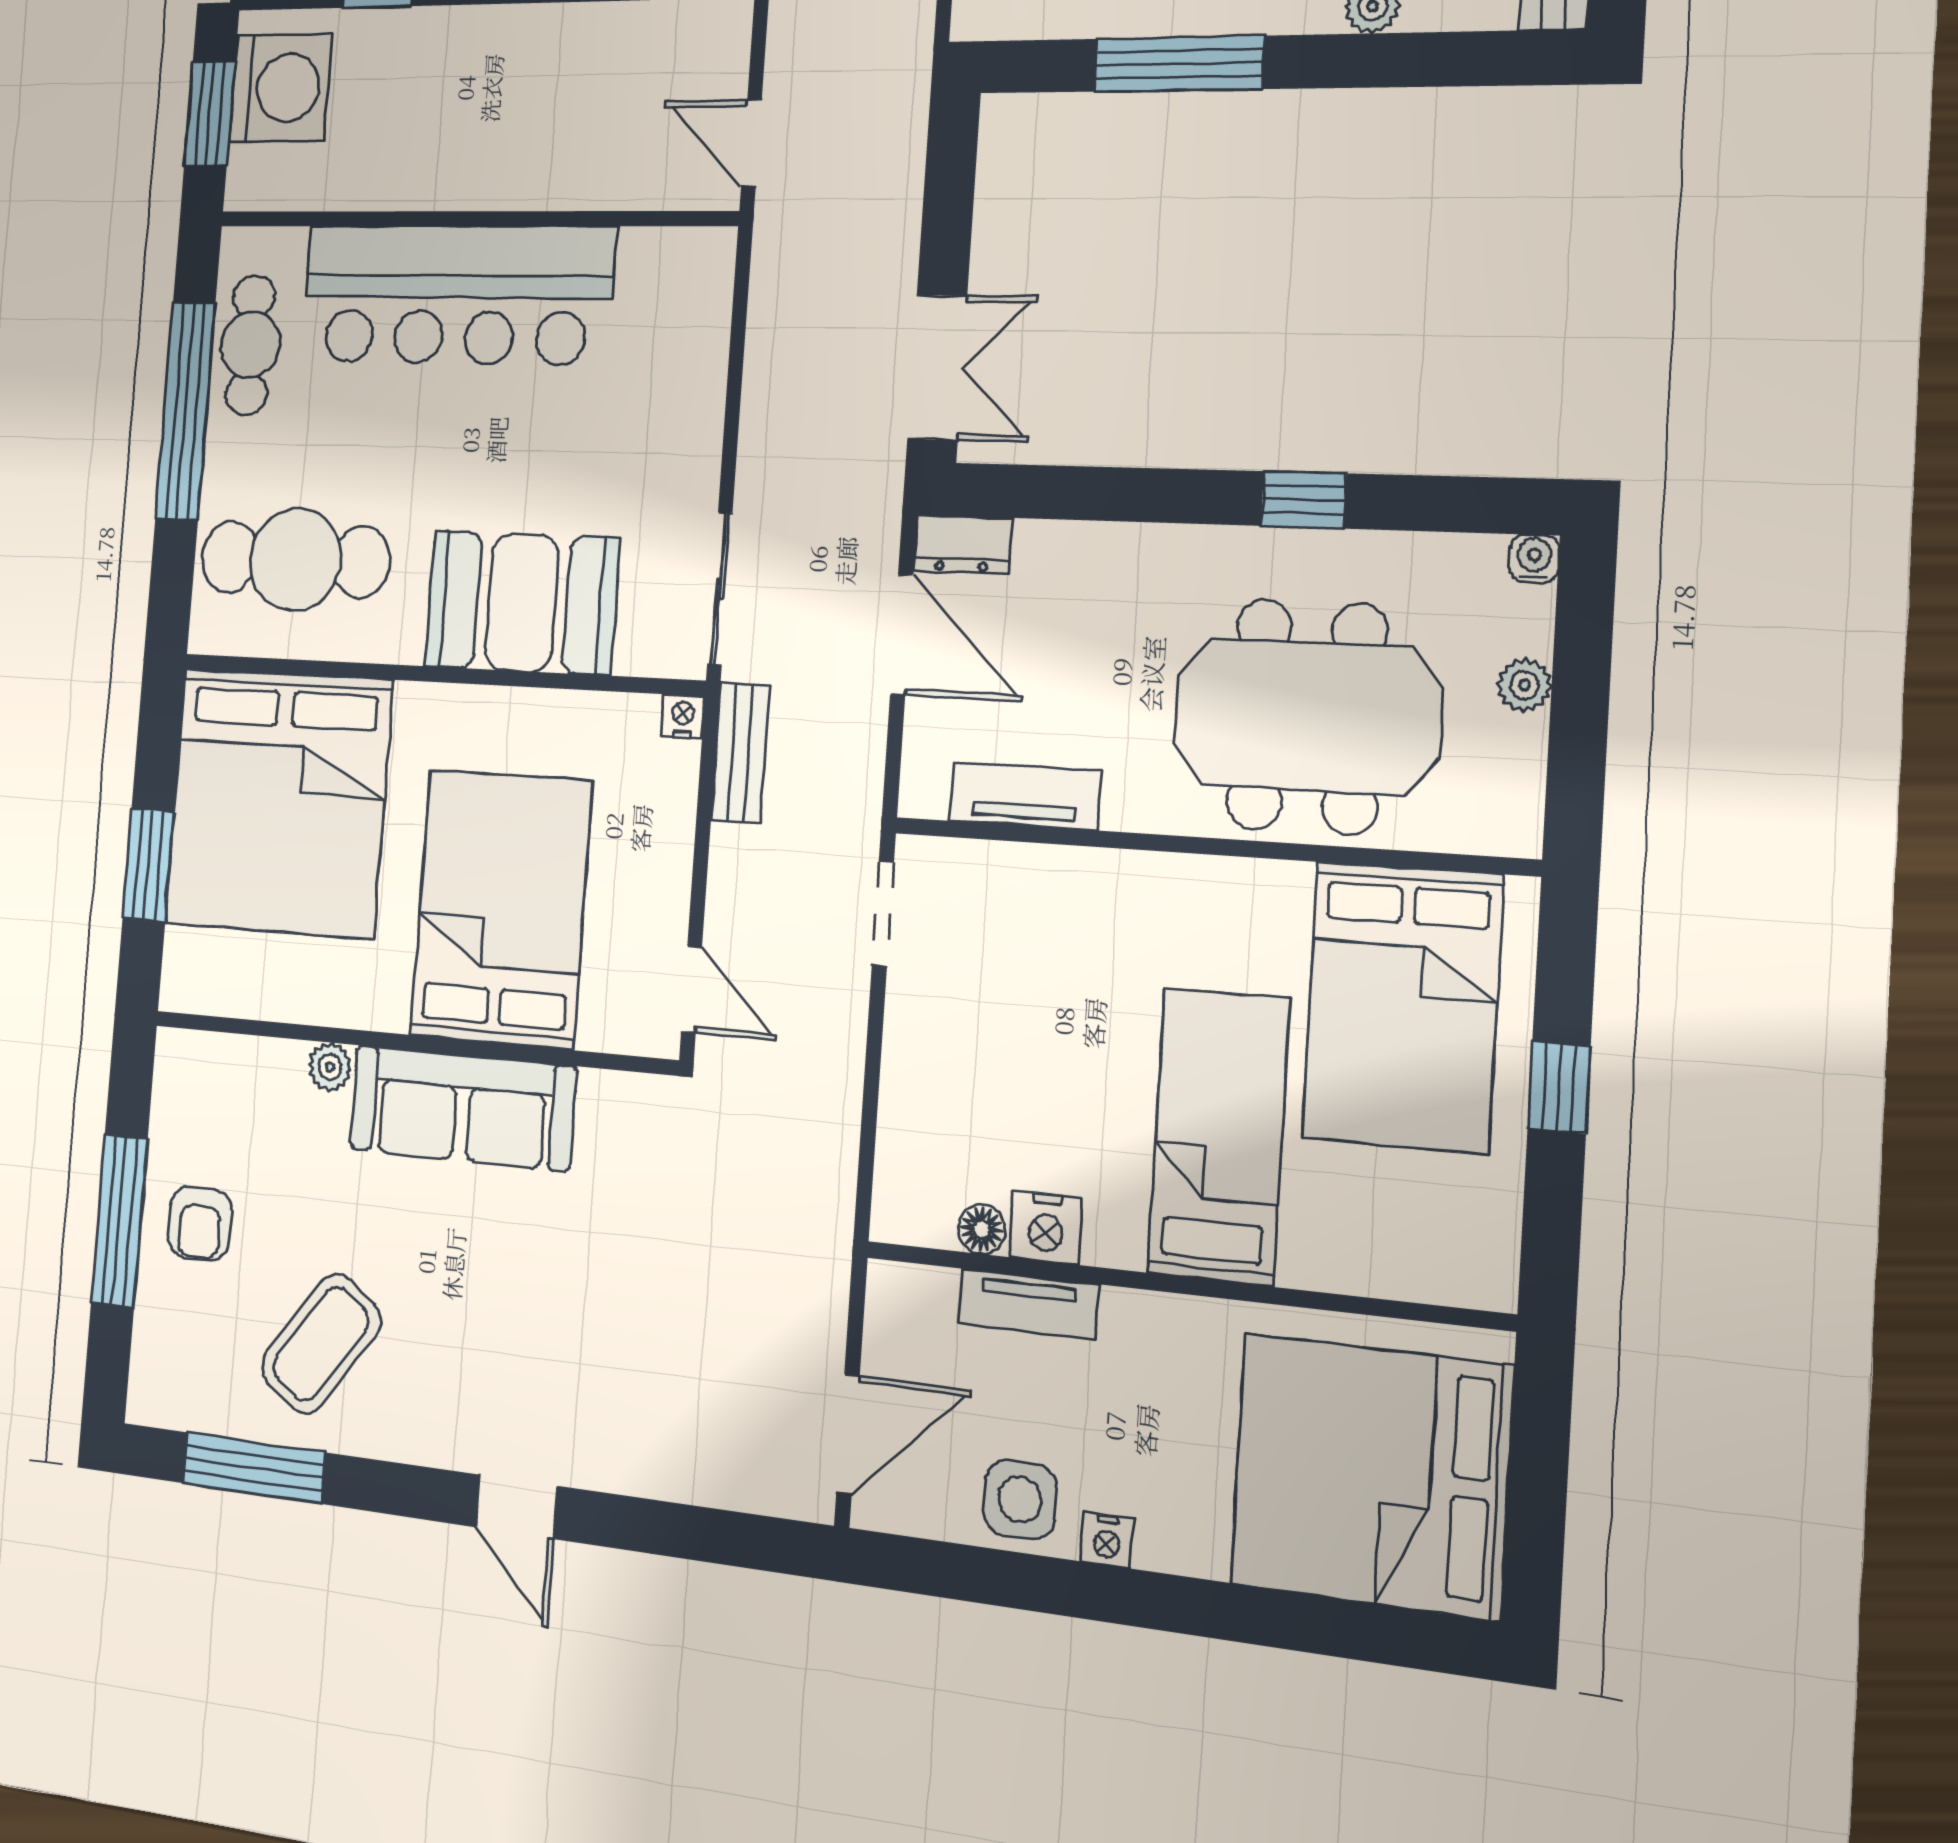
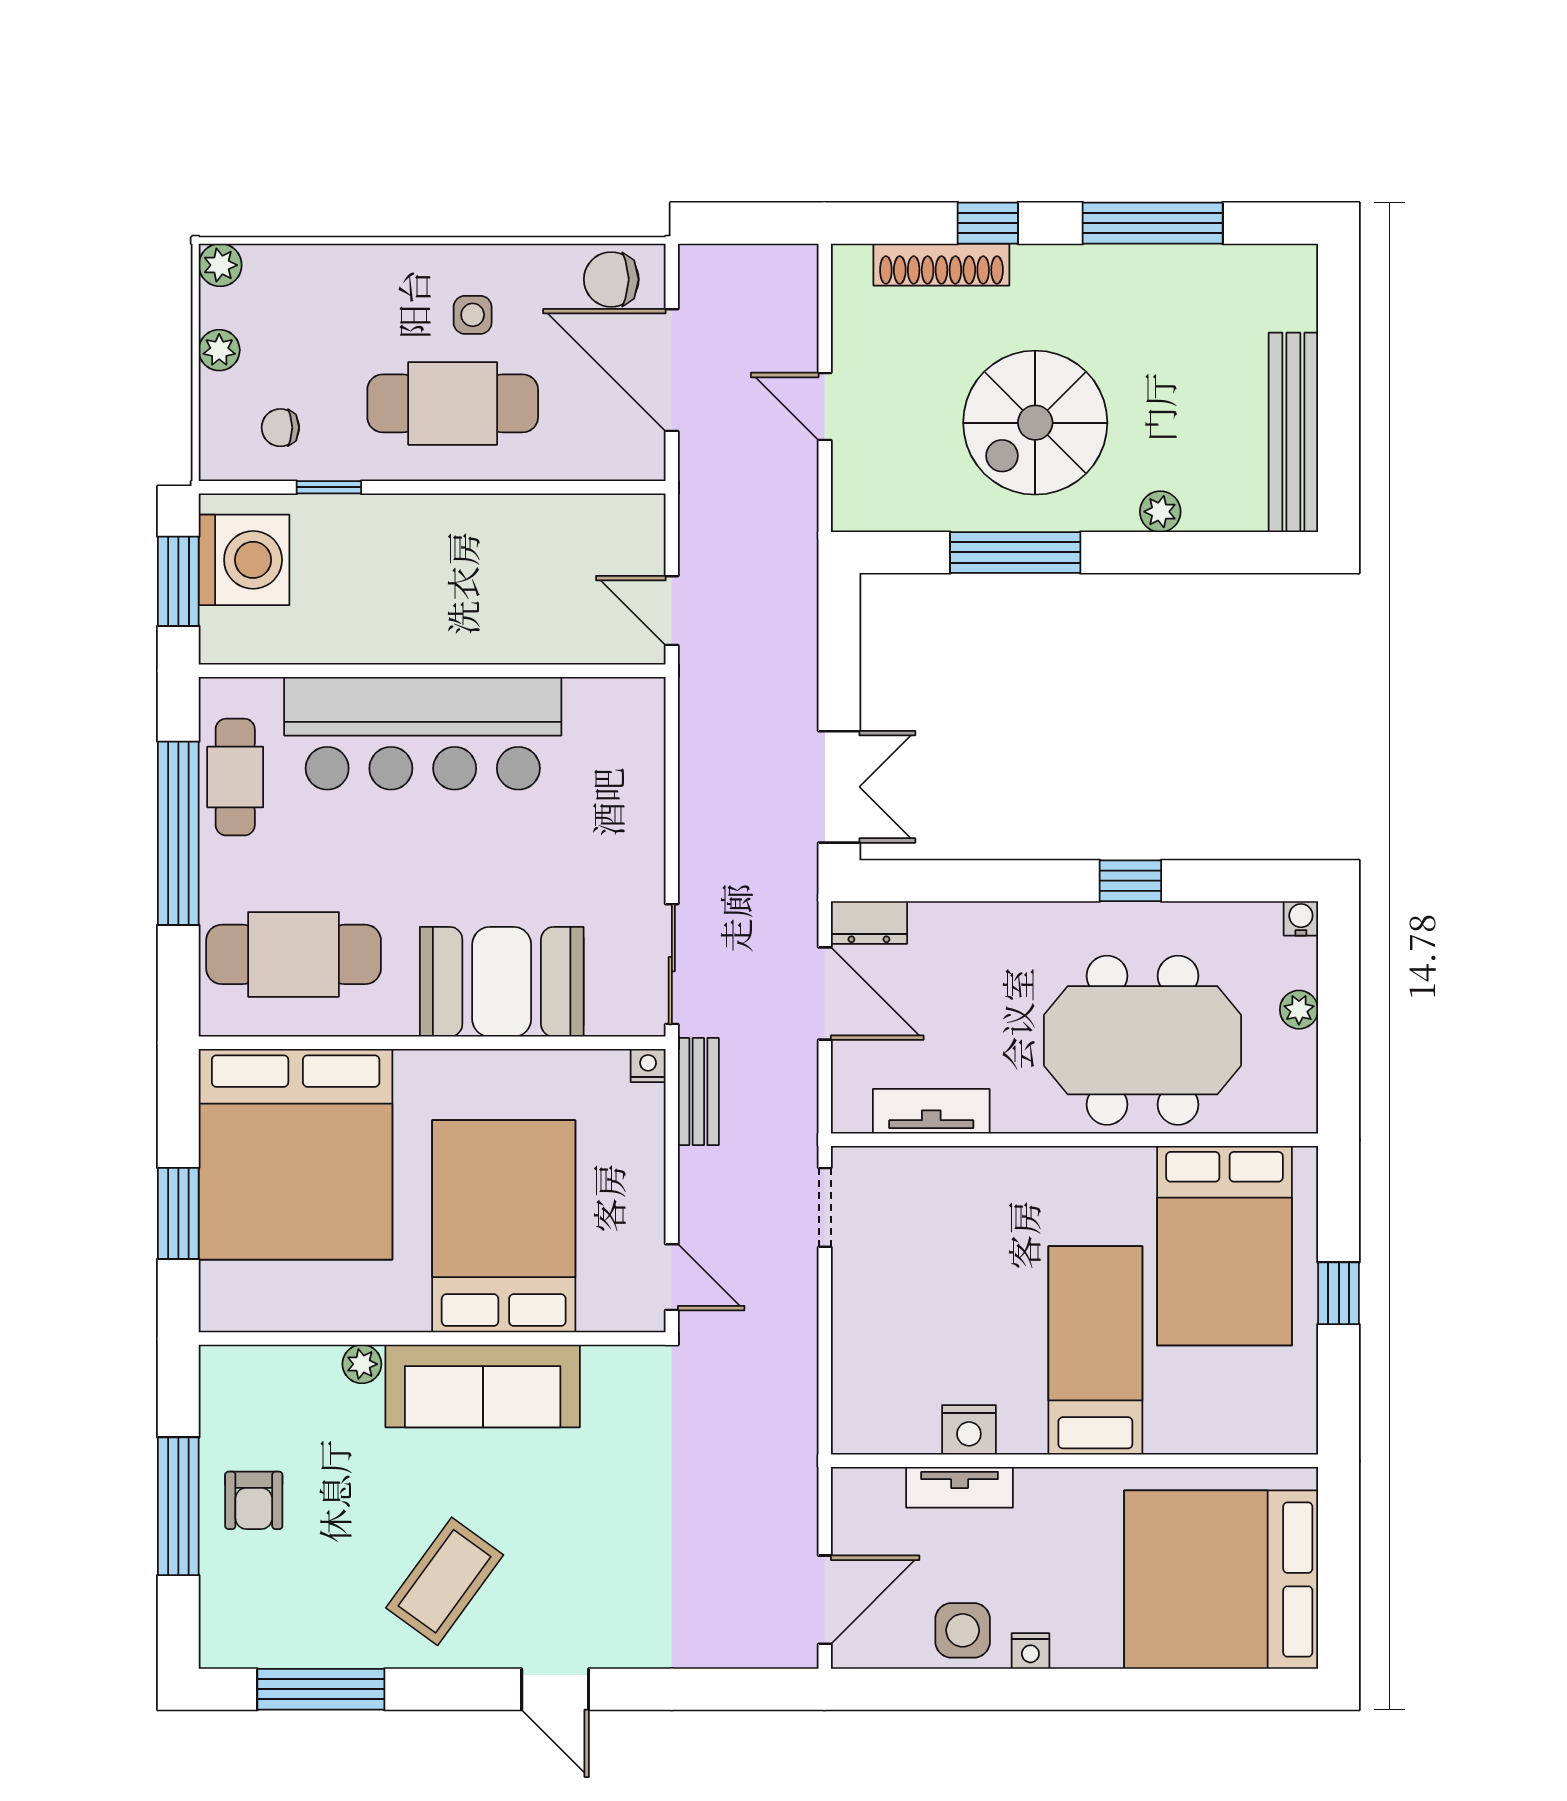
floor lamp: (982, 1229) -> (919, 1436), removed
coffee table: (321, 1344) -> (445, 1581), moved

